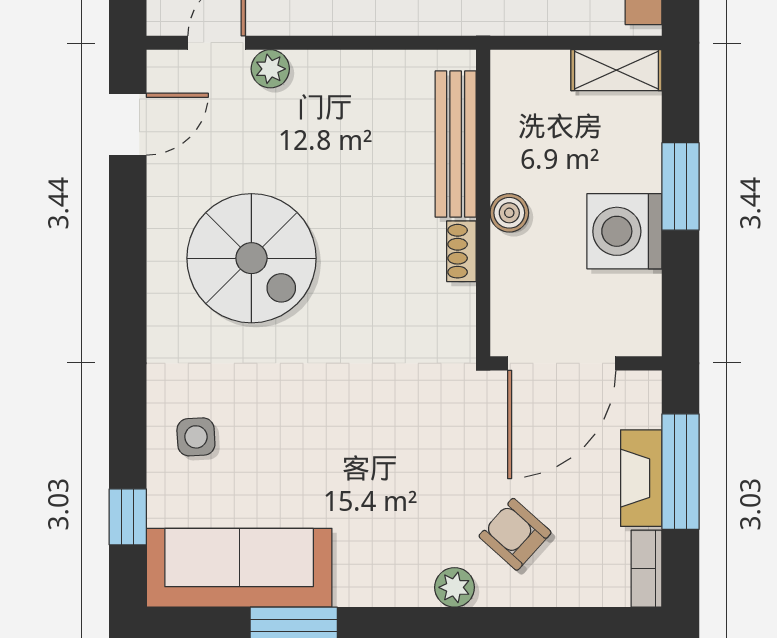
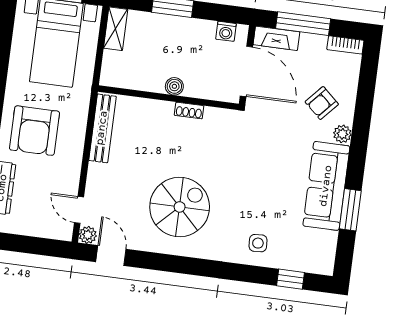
plant: (270, 69) -> (88, 235), moved
bench: (456, 144) -> (102, 128), moved, turned 90
washing machine: (624, 231) -> (226, 31), moved, width x0.53, depth x0.53
fireplace: (641, 478) -> (276, 38), moved
sofa: (239, 568) -> (326, 186), moved

